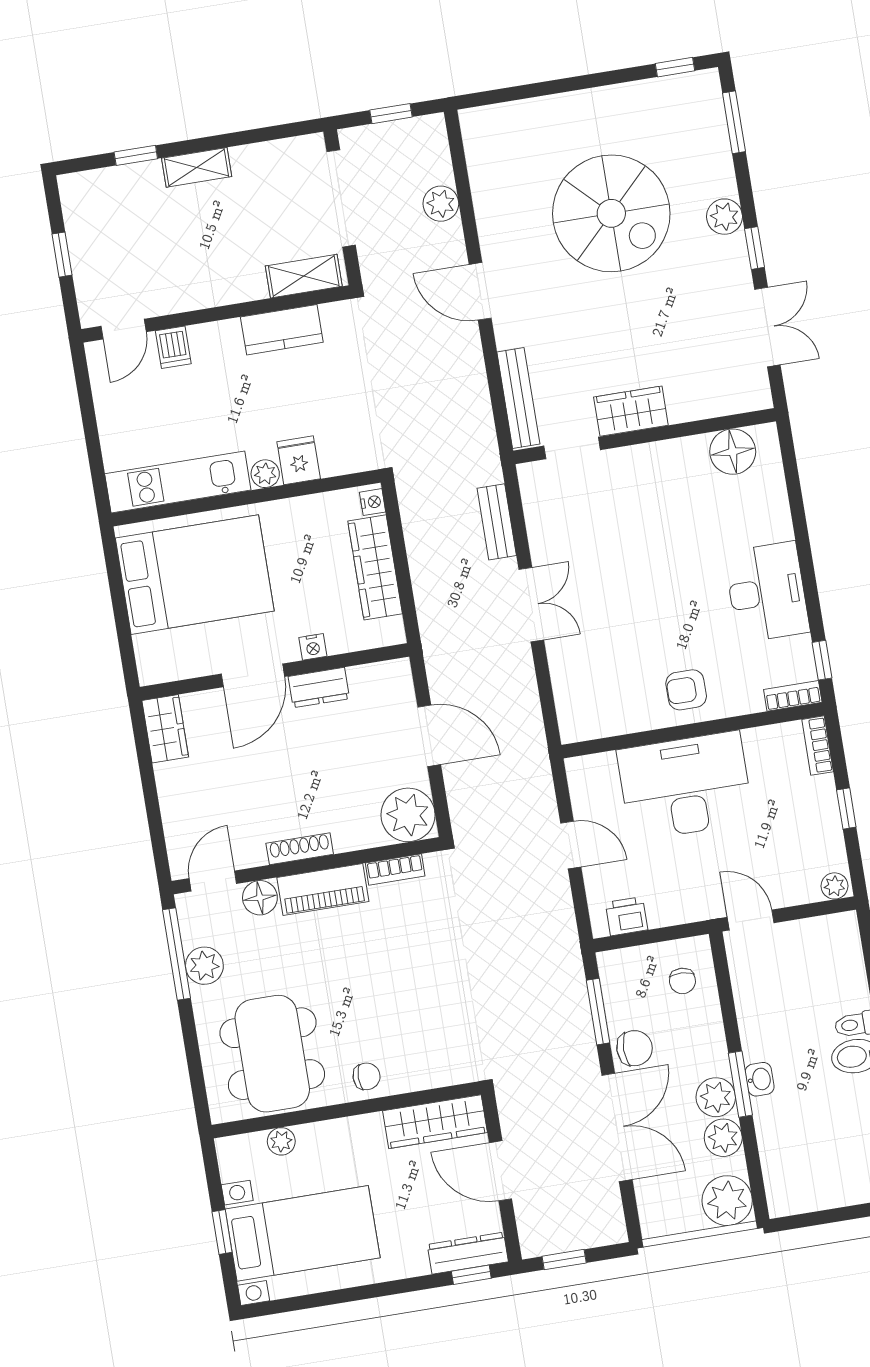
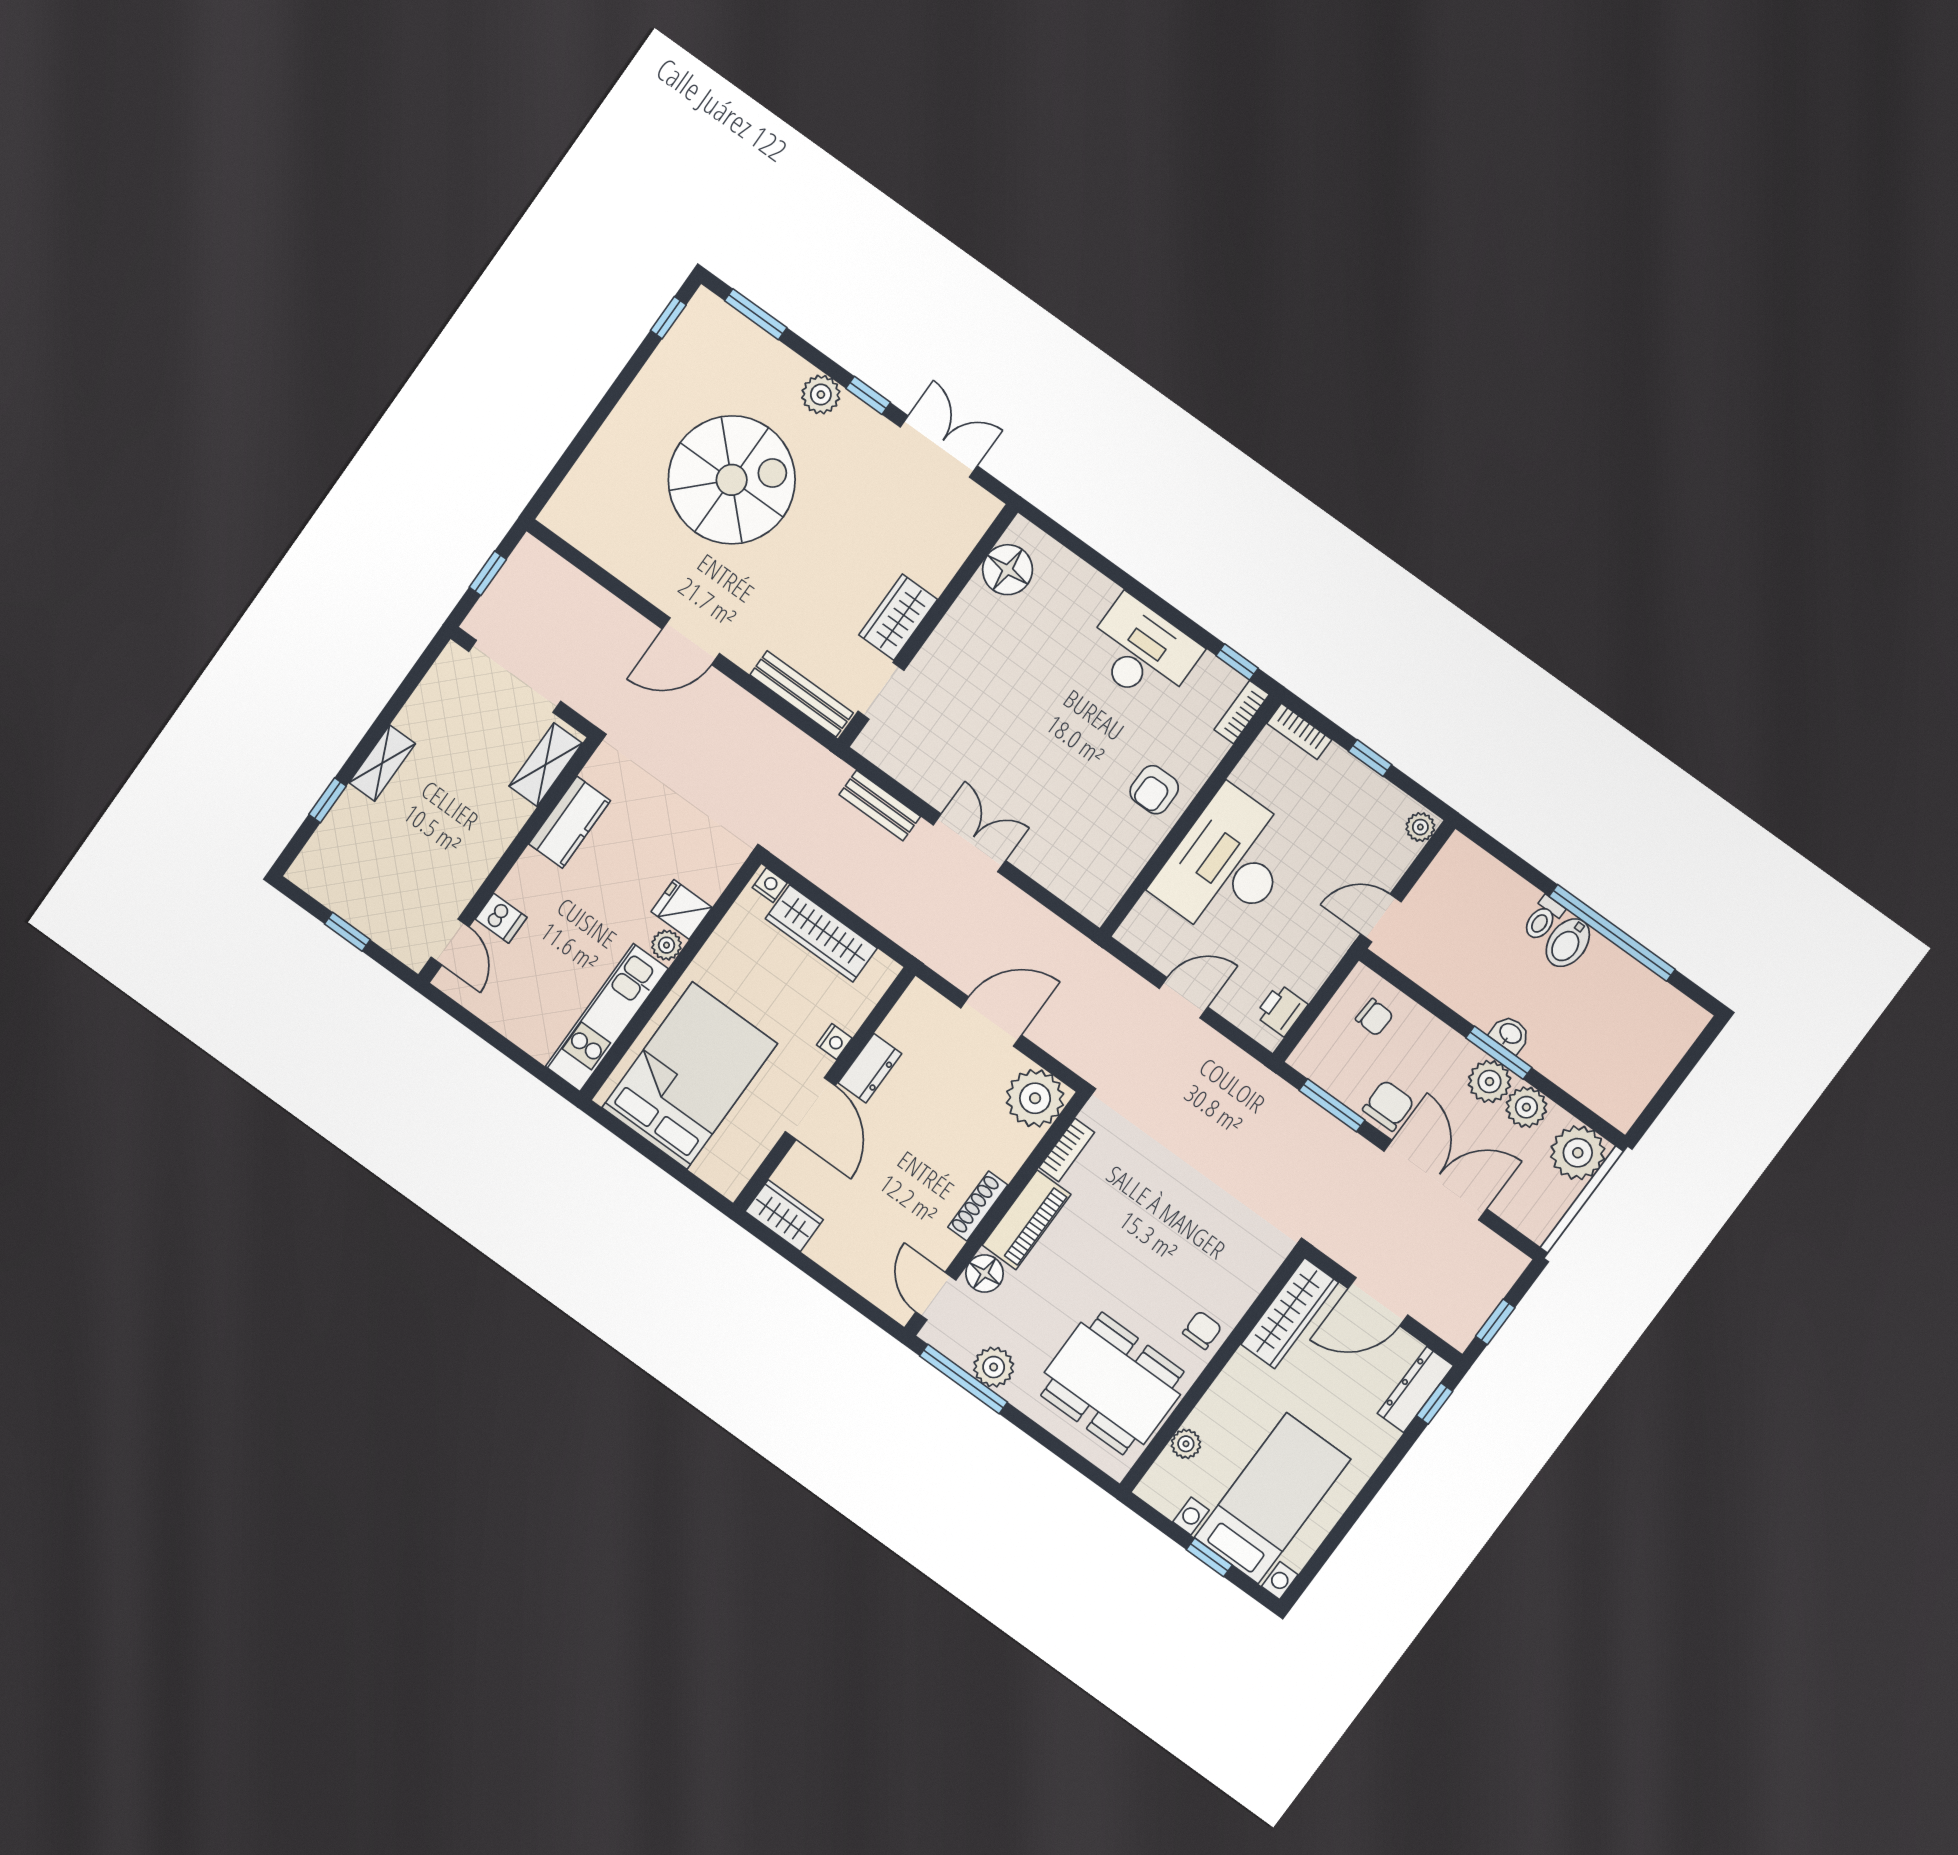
plant: (441, 204) -> (594, 604), removed

